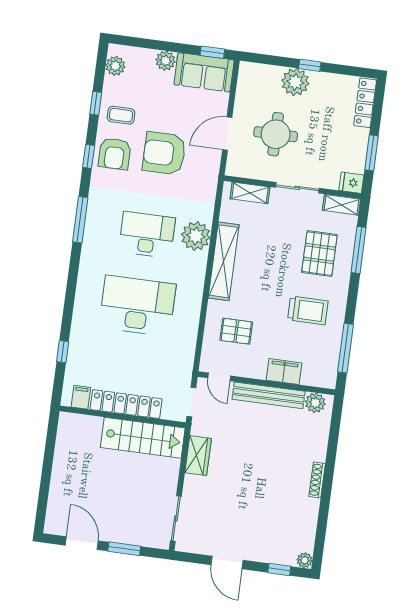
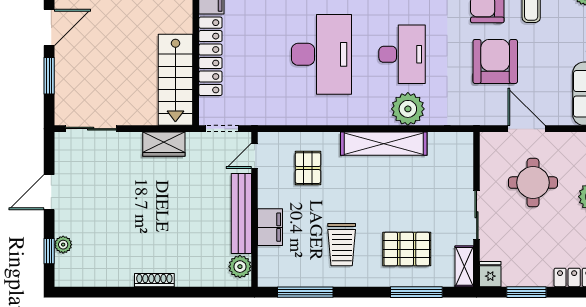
shelving: (250, 193) -> (464, 163), removed
plant: (305, 560) -> (63, 245), moved

